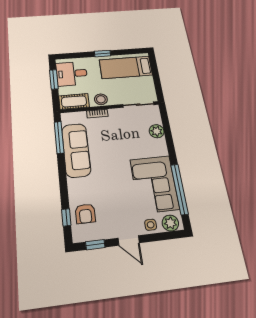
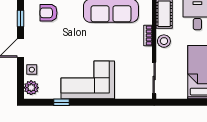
plant: (157, 131) -> (123, 91), removed
corner sofa: (154, 184) -> (88, 80), moved
window: (179, 189) -> (61, 102), width x0.32

